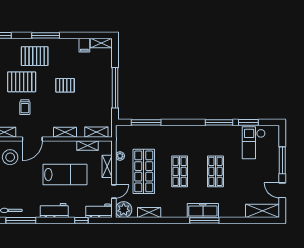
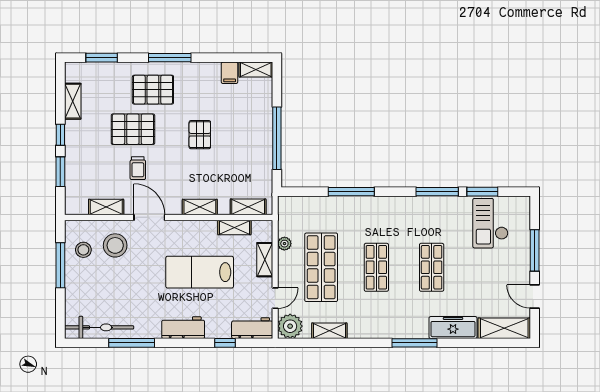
pallet: (65, 85) -> (200, 135), turned 90
window: (146, 122) -> (351, 192), moved
door: (32, 139) -> (149, 217), swing flipped
lab bench: (65, 175) -> (200, 272), turned 180
freezer: (203, 210) -> (453, 328), moved

